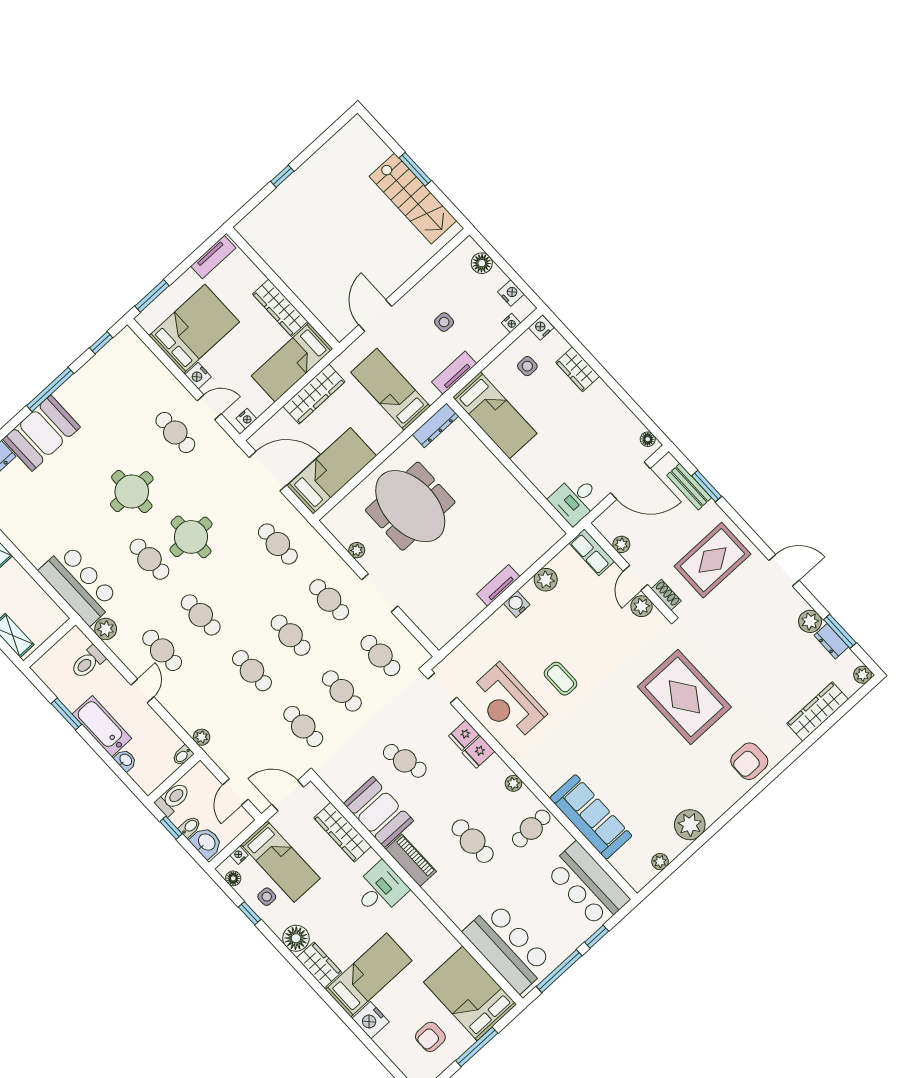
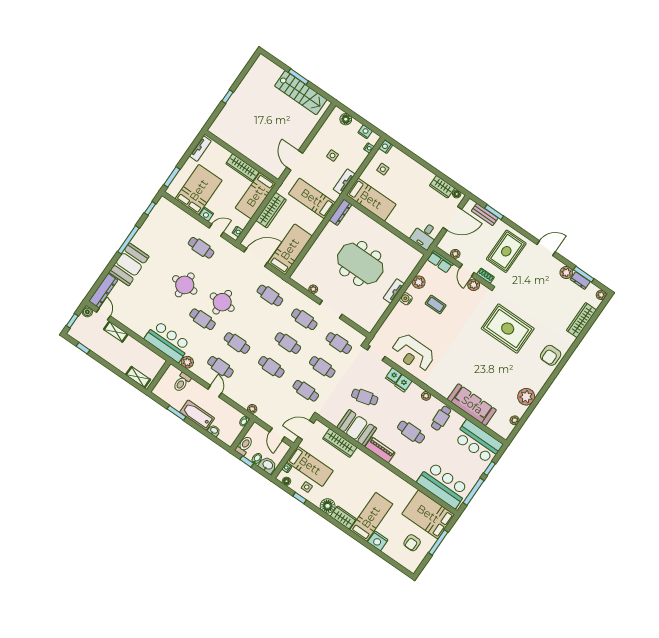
wardrobe: (578, 369) -> (442, 187), moved
meeting table: (410, 506) -> (360, 263), moved
coffee table: (561, 679) -> (436, 304), moved
desk: (380, 889) -> (367, 469), removed

